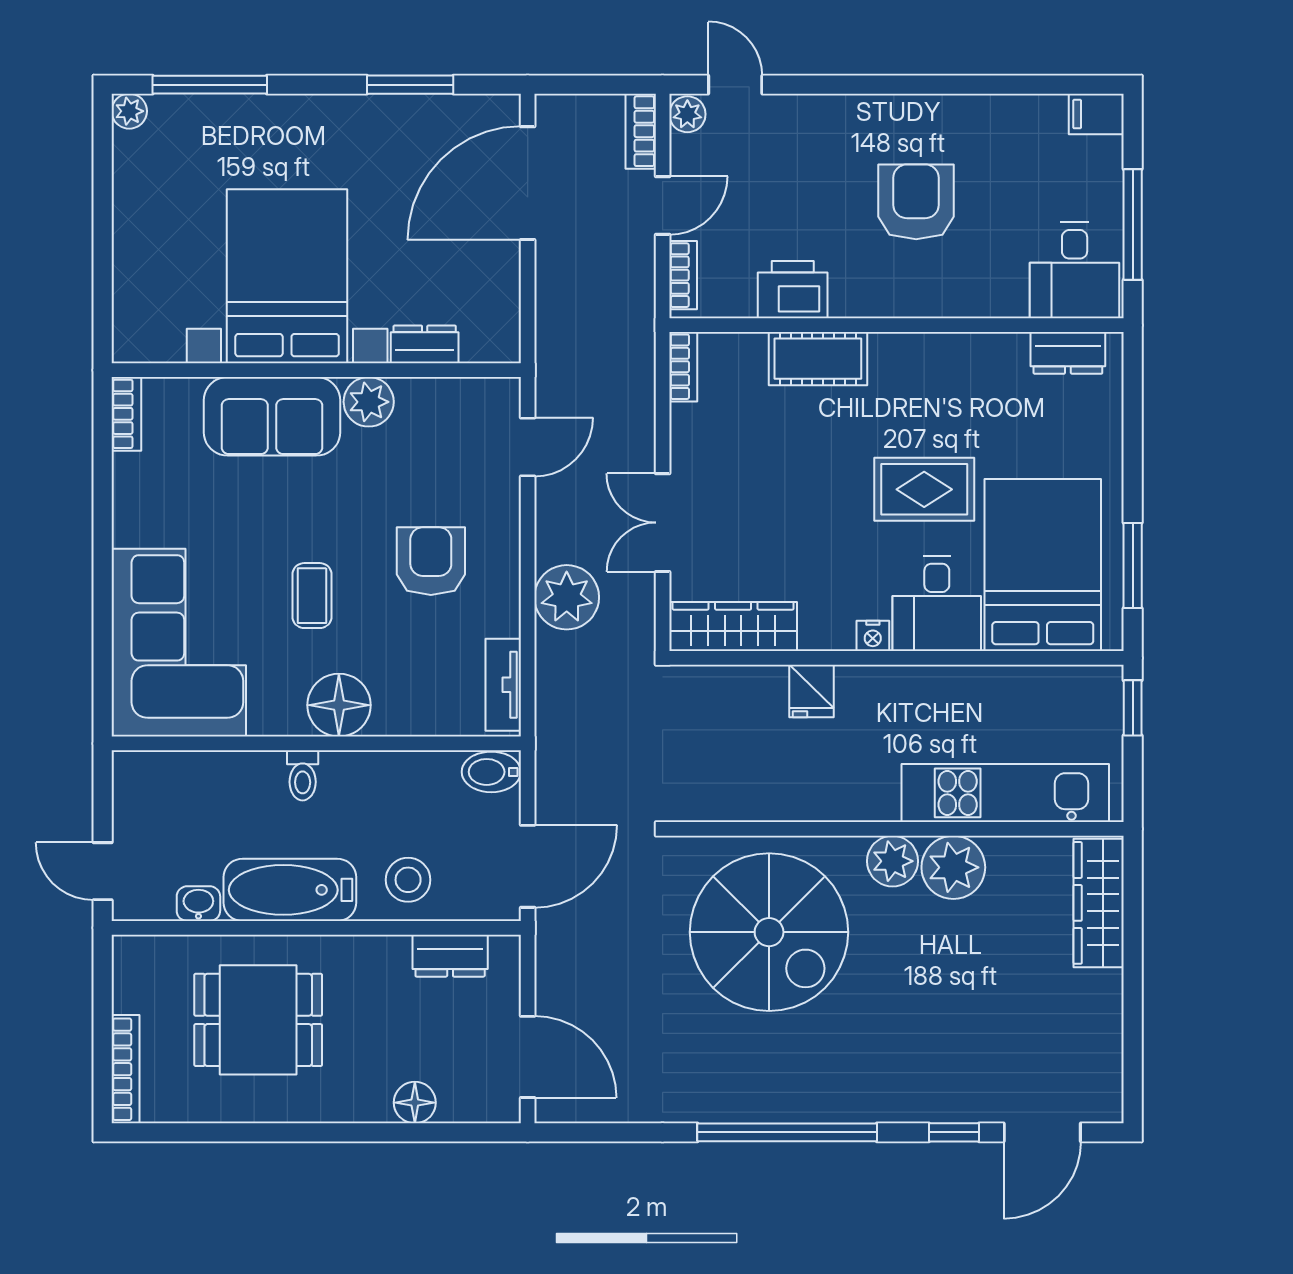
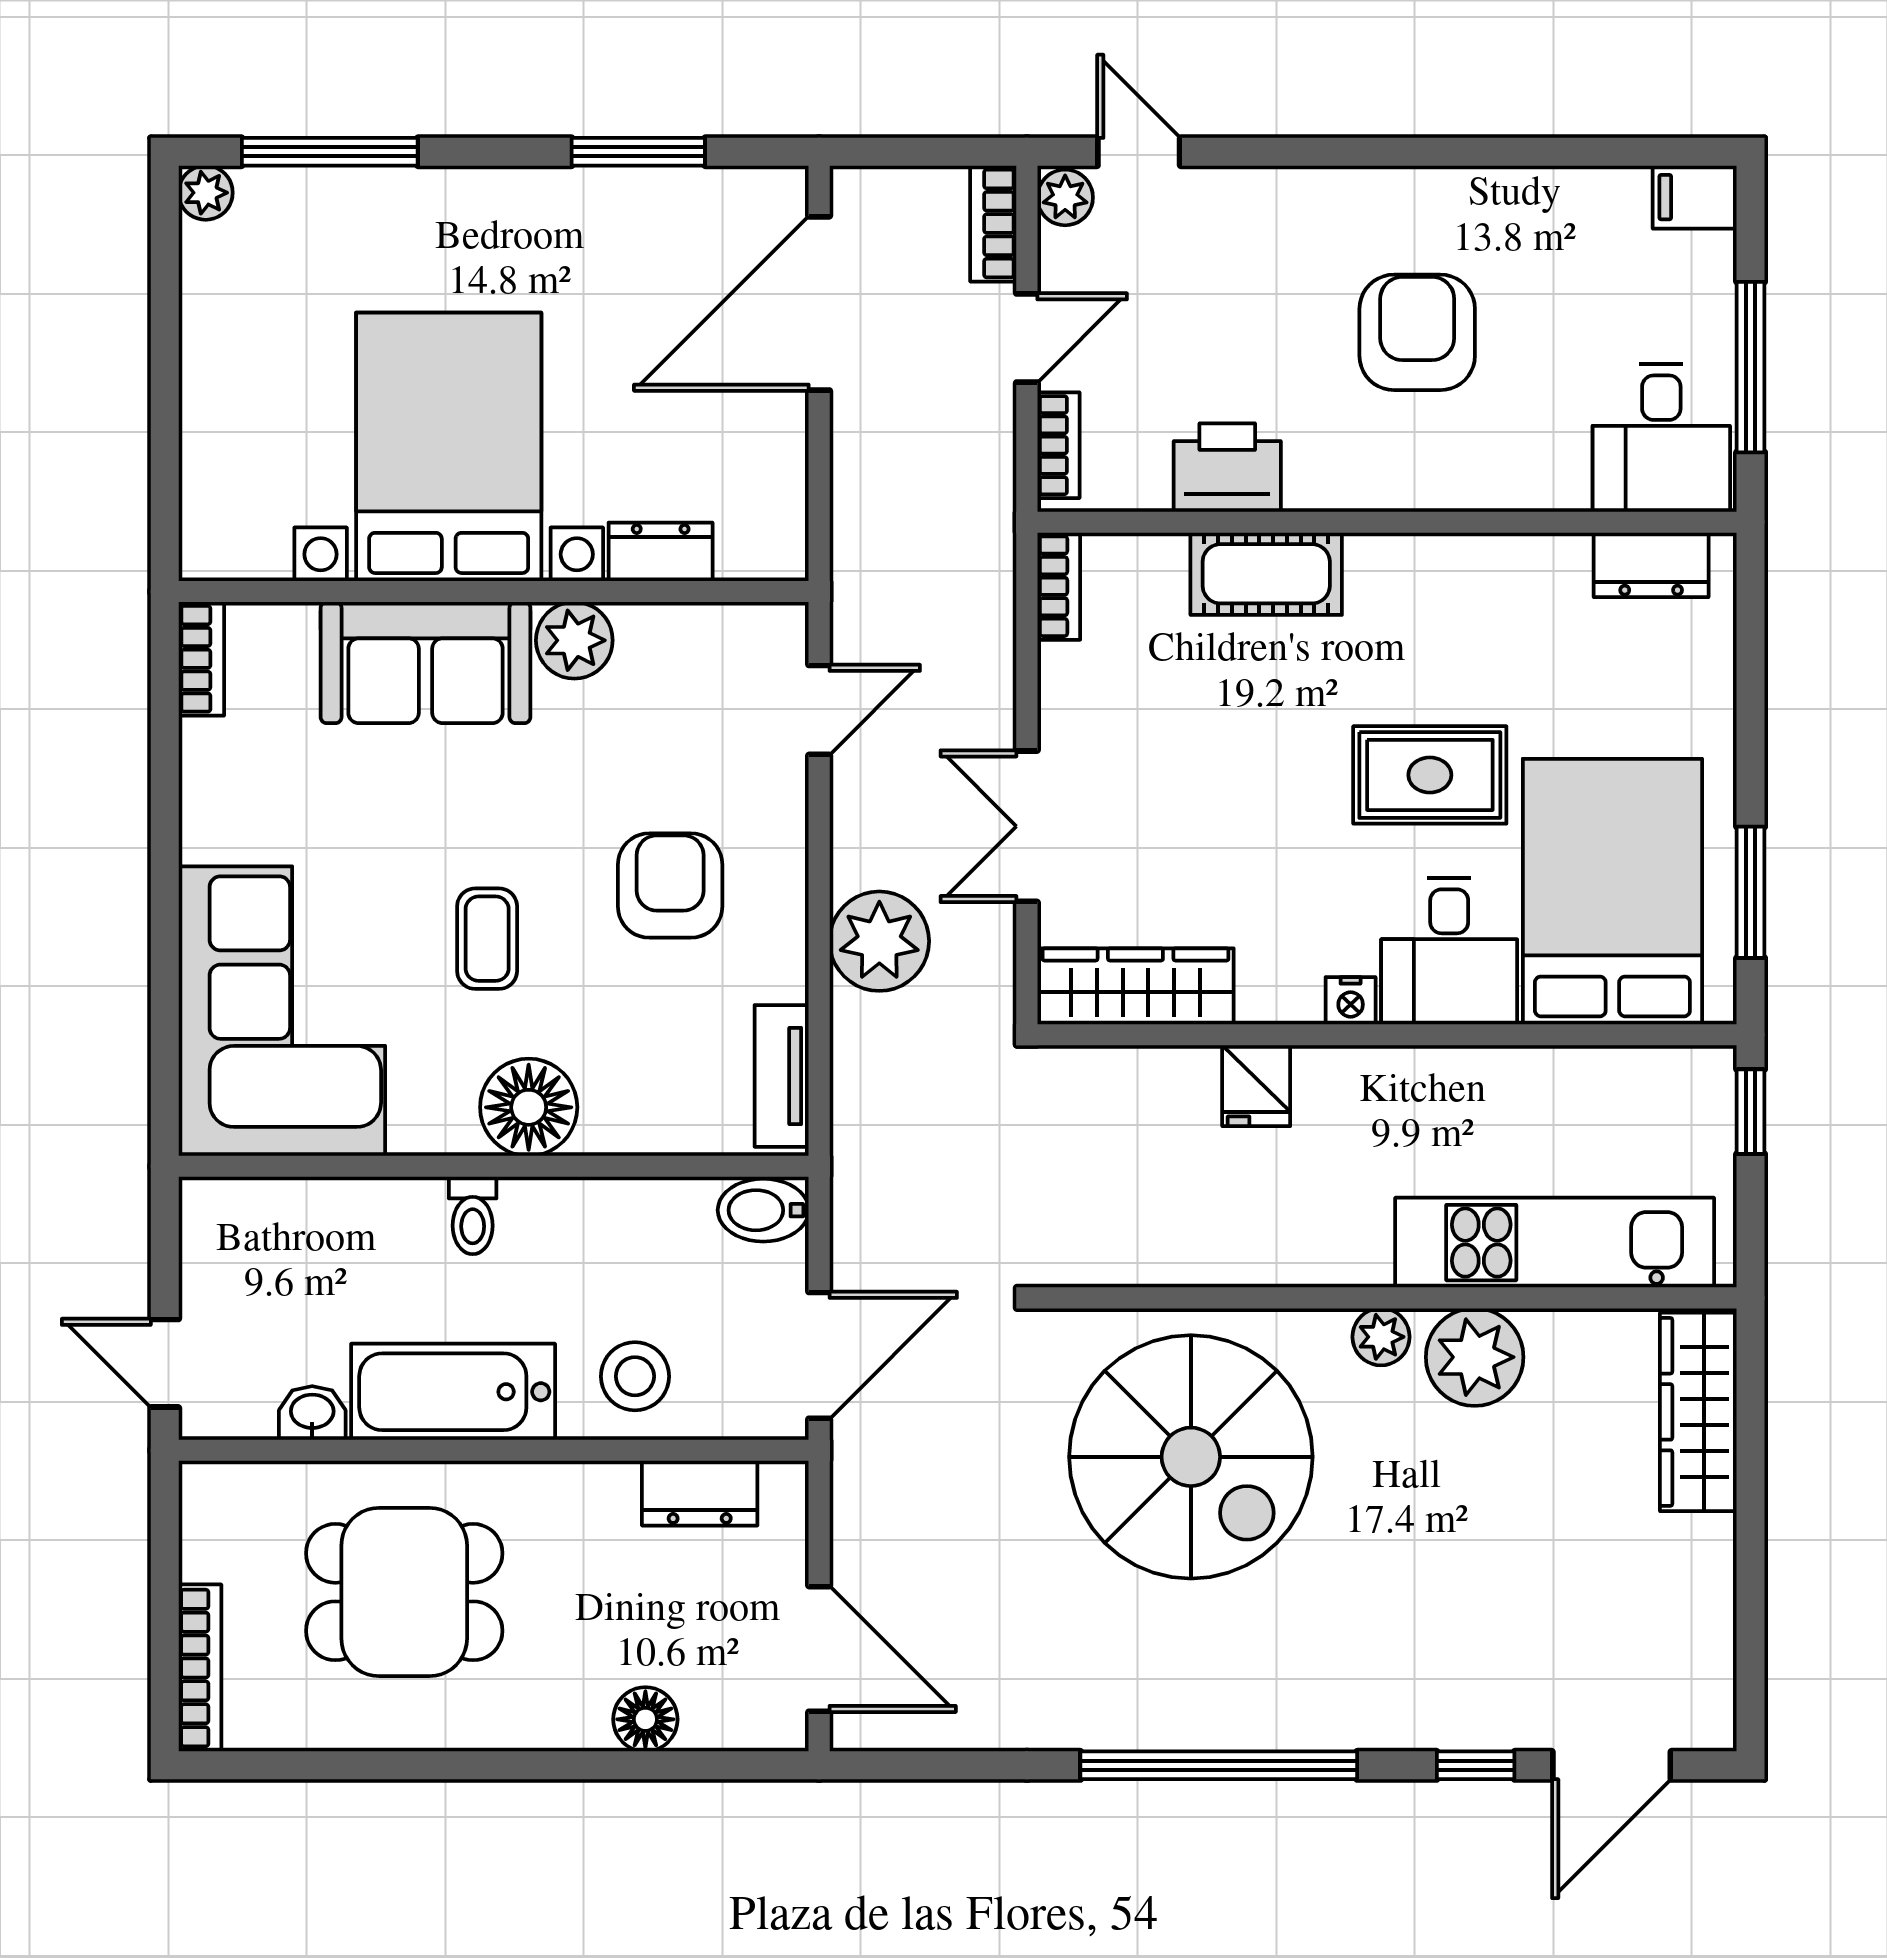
plant: (892, 861) -> (1381, 1337), width x0.73, depth x0.73

